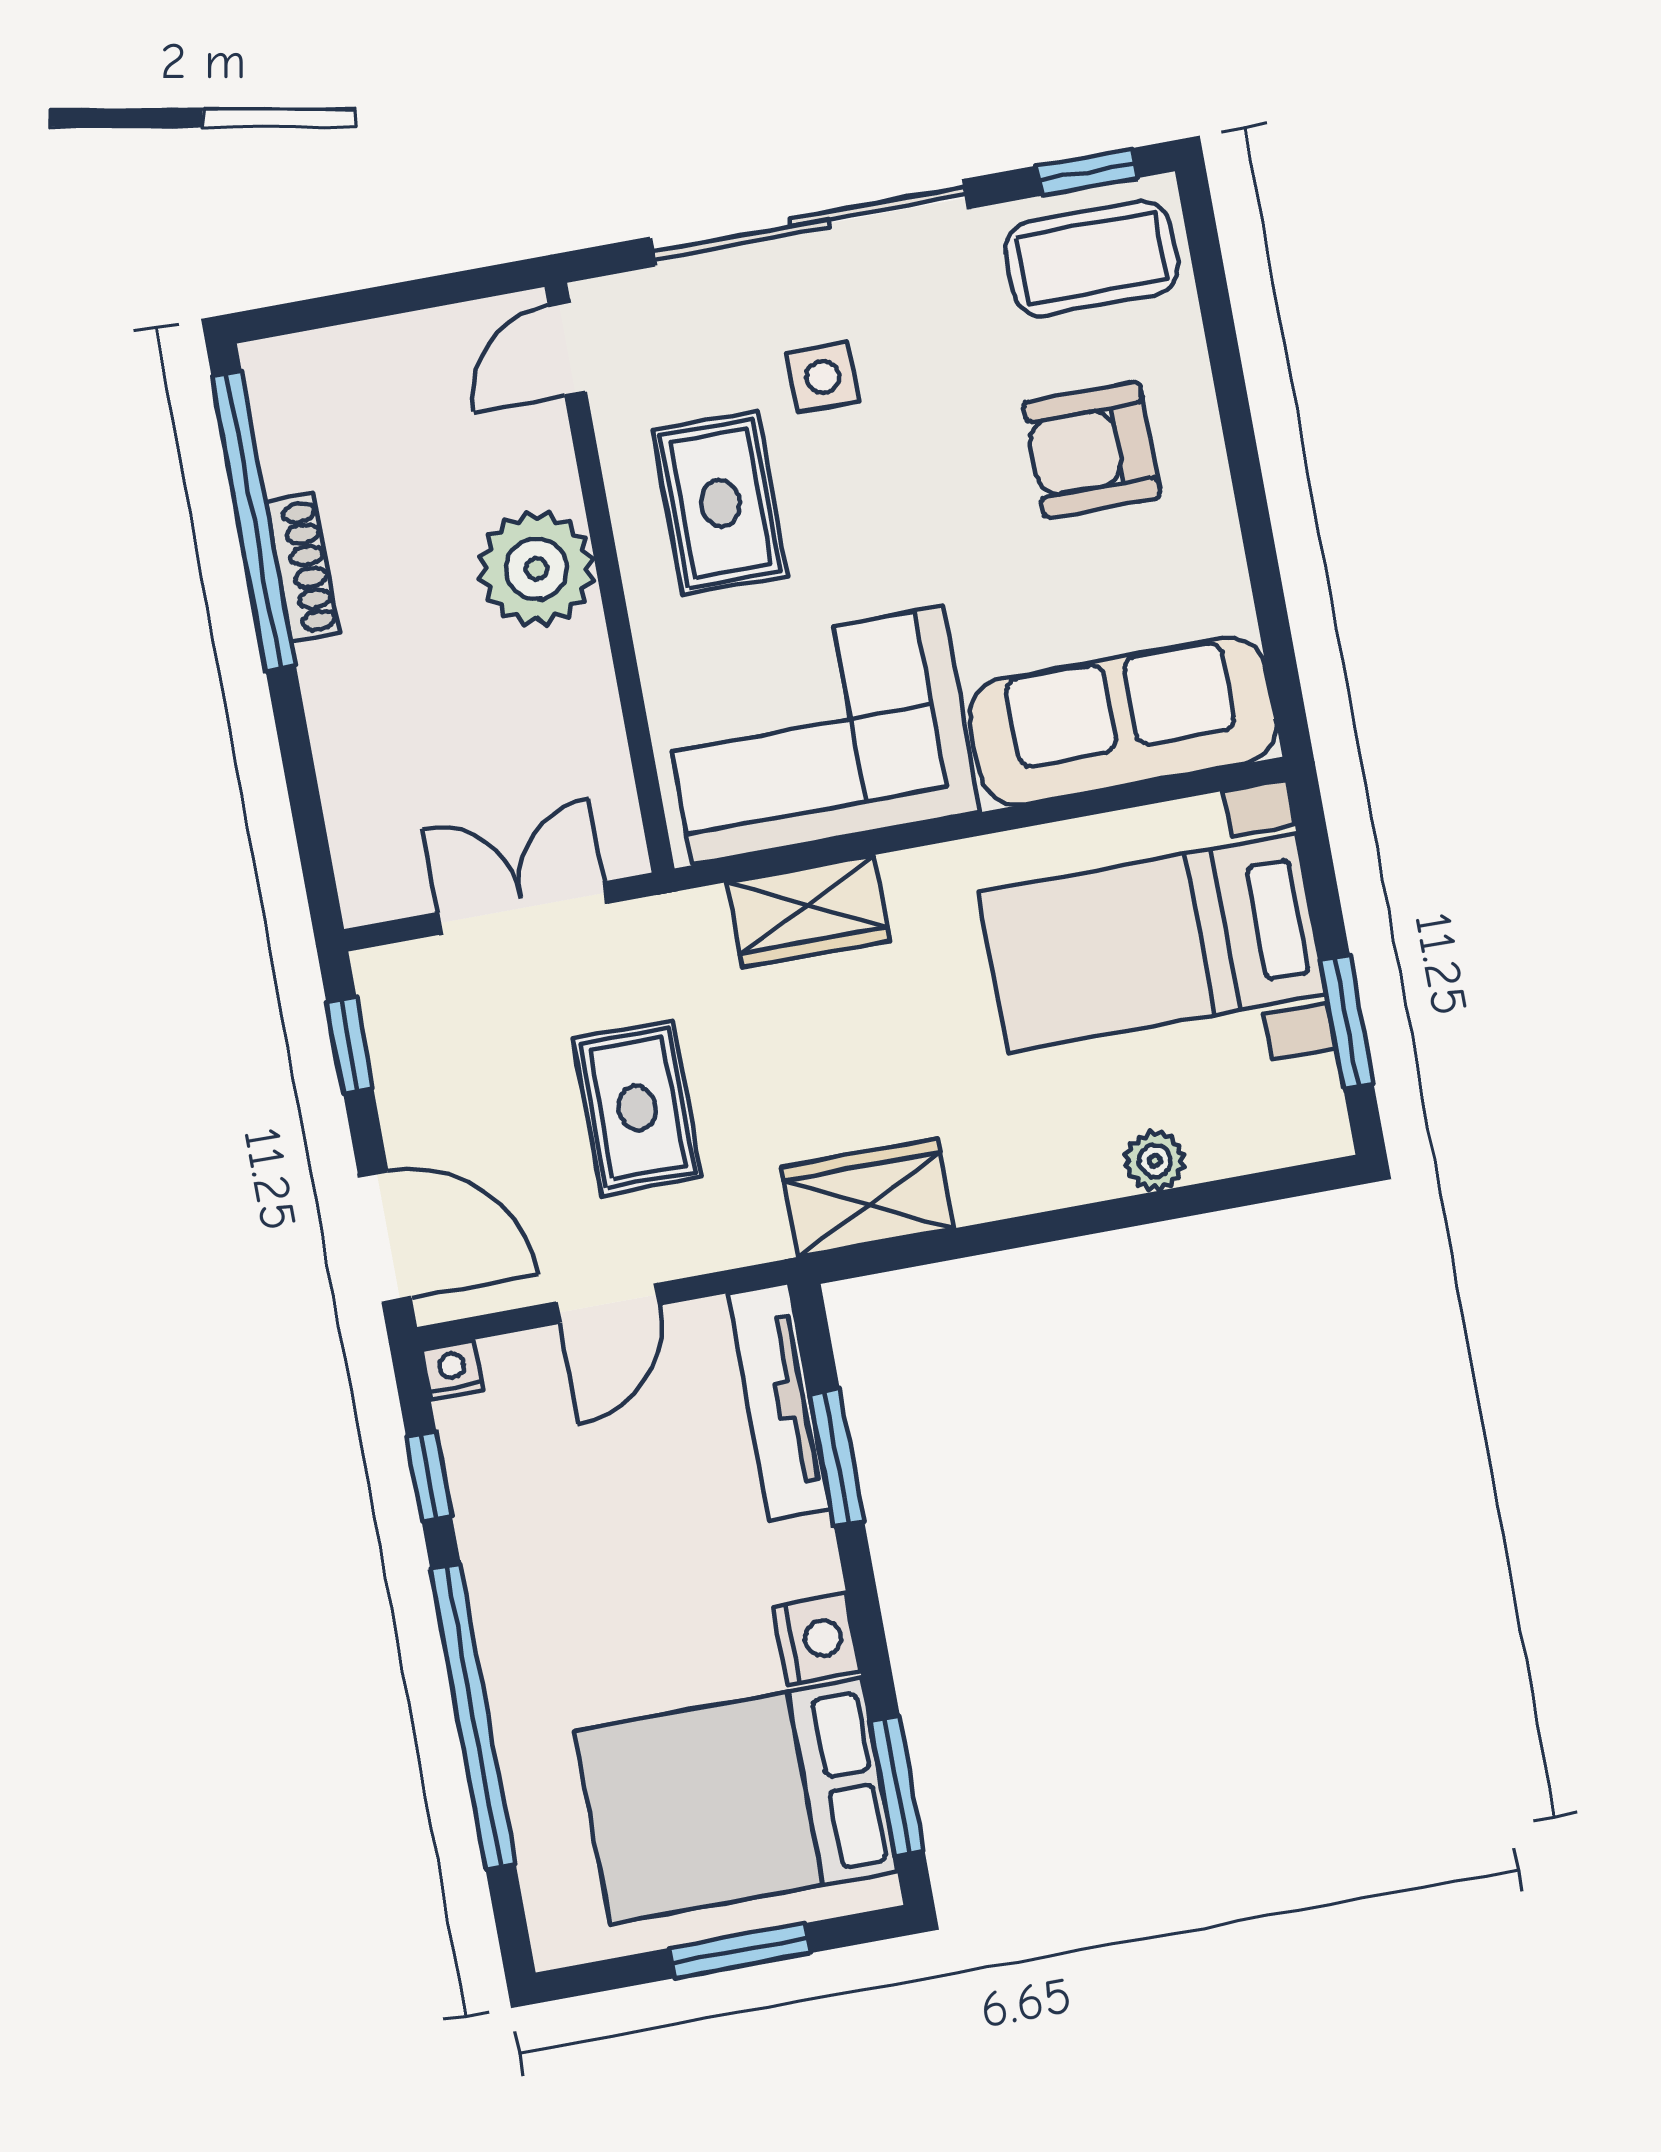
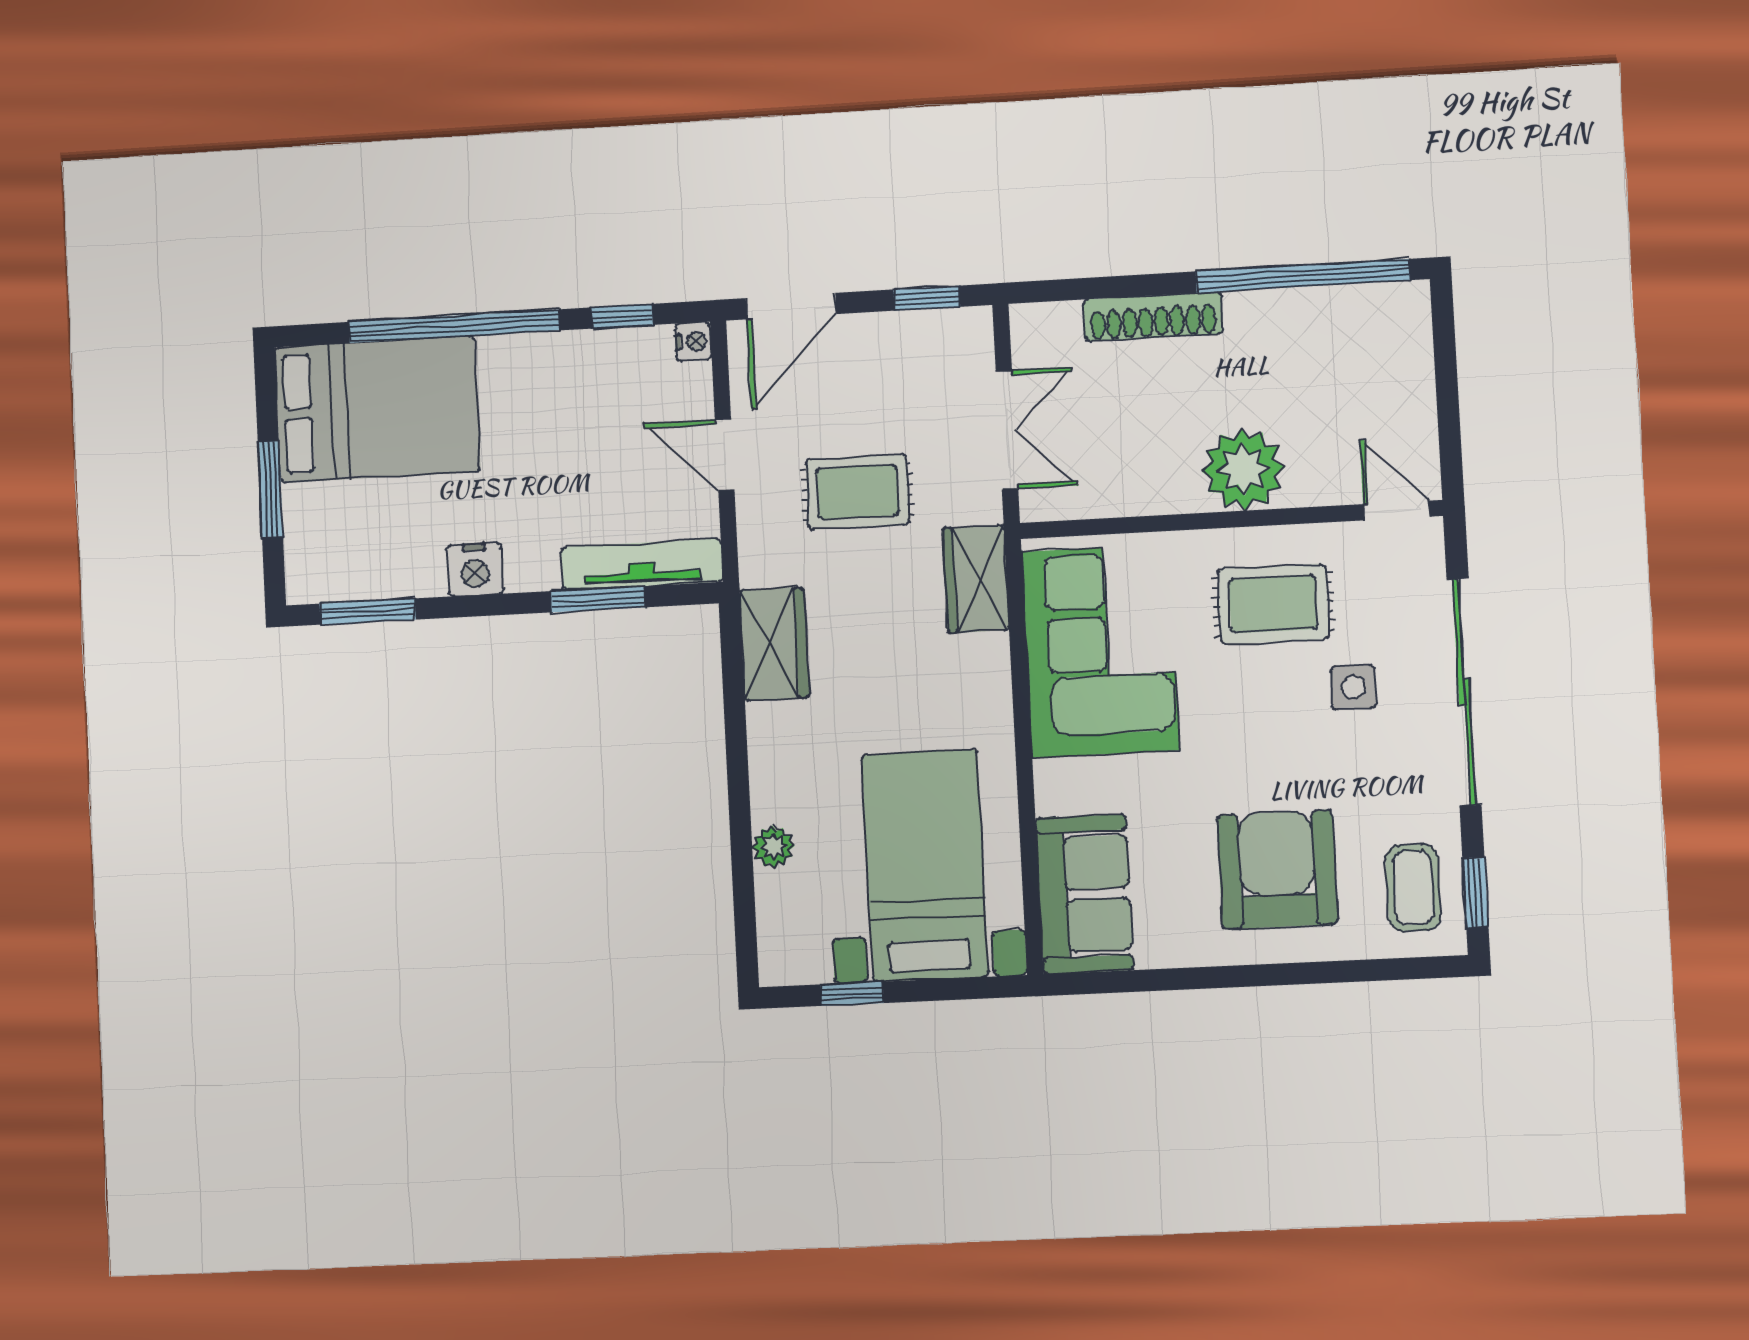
coffee table: (1092, 259) -> (1413, 888), width x0.73, depth x0.77
armchair: (1092, 450) -> (1277, 870), width x1.36, depth x1.36
shoe rack: (302, 568) -> (1153, 317), moved, width x1.36, depth x1.24
sofa: (1123, 721) -> (1085, 894), width x0.73
wardrobe: (808, 911) -> (976, 579), moved
window: (1347, 1022) -> (852, 994), width x0.67
bed: (736, 1801) -> (377, 409), moved, turned 90

